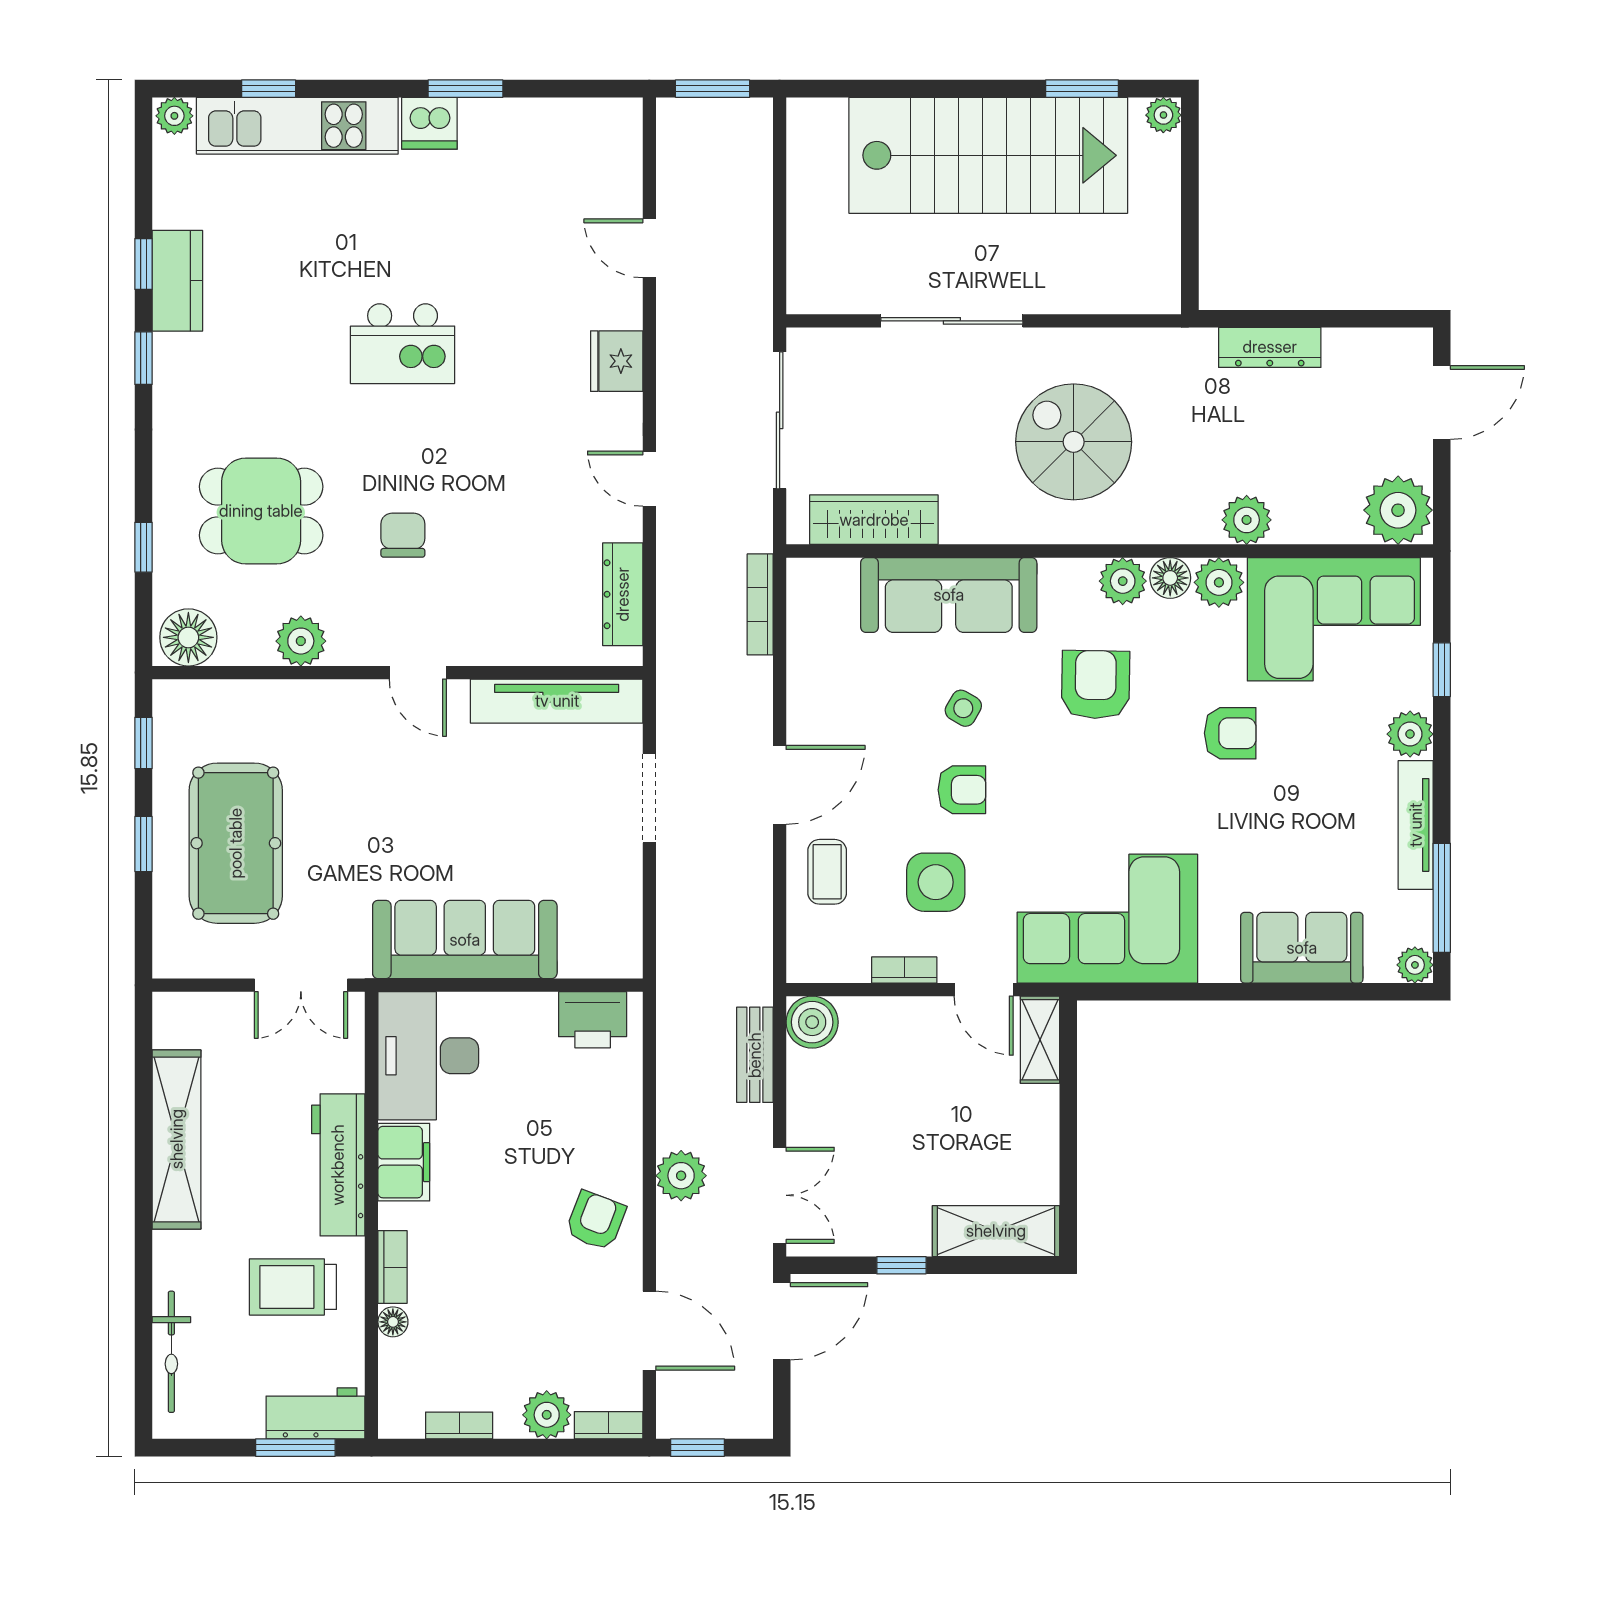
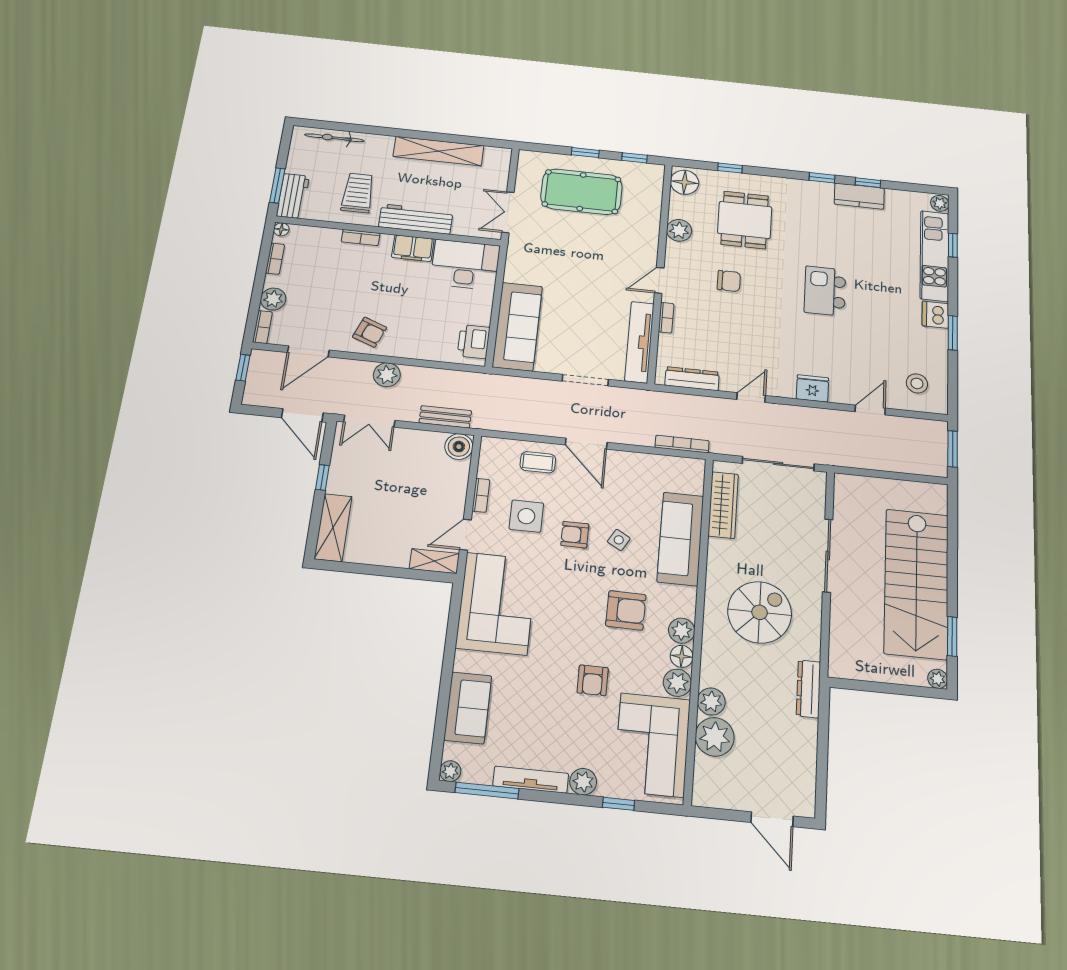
stool: (583, 158) -> (917, 383), added
dresser: (1270, 347) -> (809, 689), moved
plant: (1398, 510) -> (715, 737), moved
bookcase: (498, 653) -> (666, 318), added
armchair: (962, 790) -> (575, 535), turned 90
sofa: (465, 940) -> (517, 326), moved
floor lamp: (393, 1322) -> (281, 229), moved

